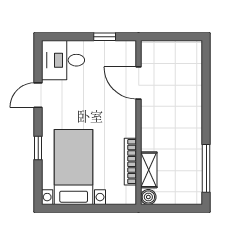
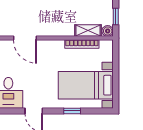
door: (139, 83) -> (25, 38), hinge flipped
window: (168, 208) -> (116, 16), added

